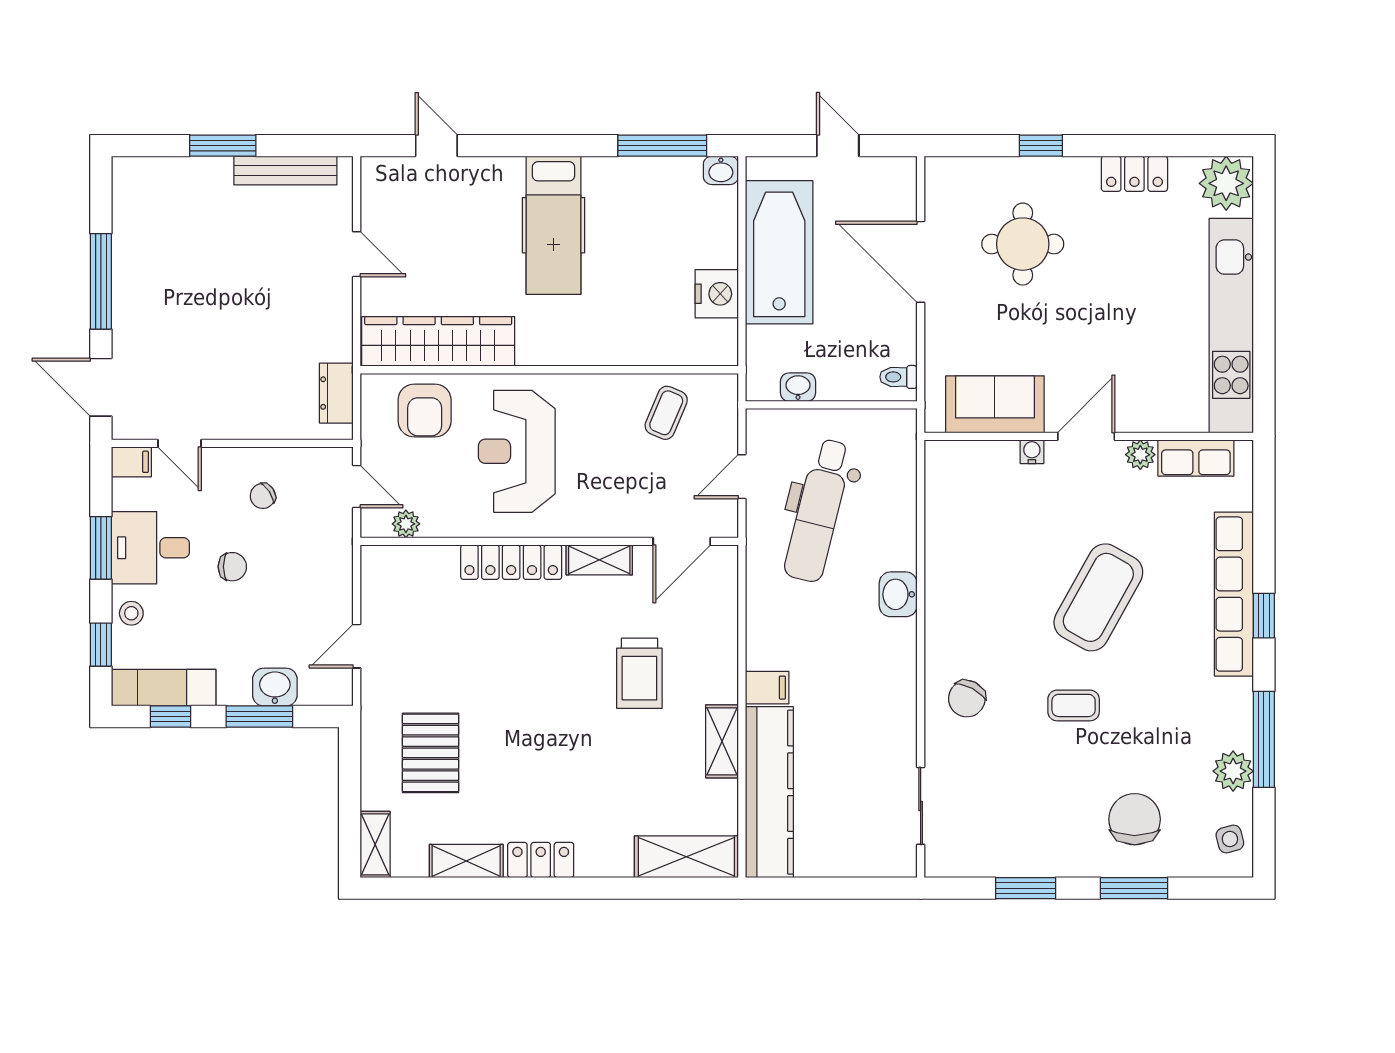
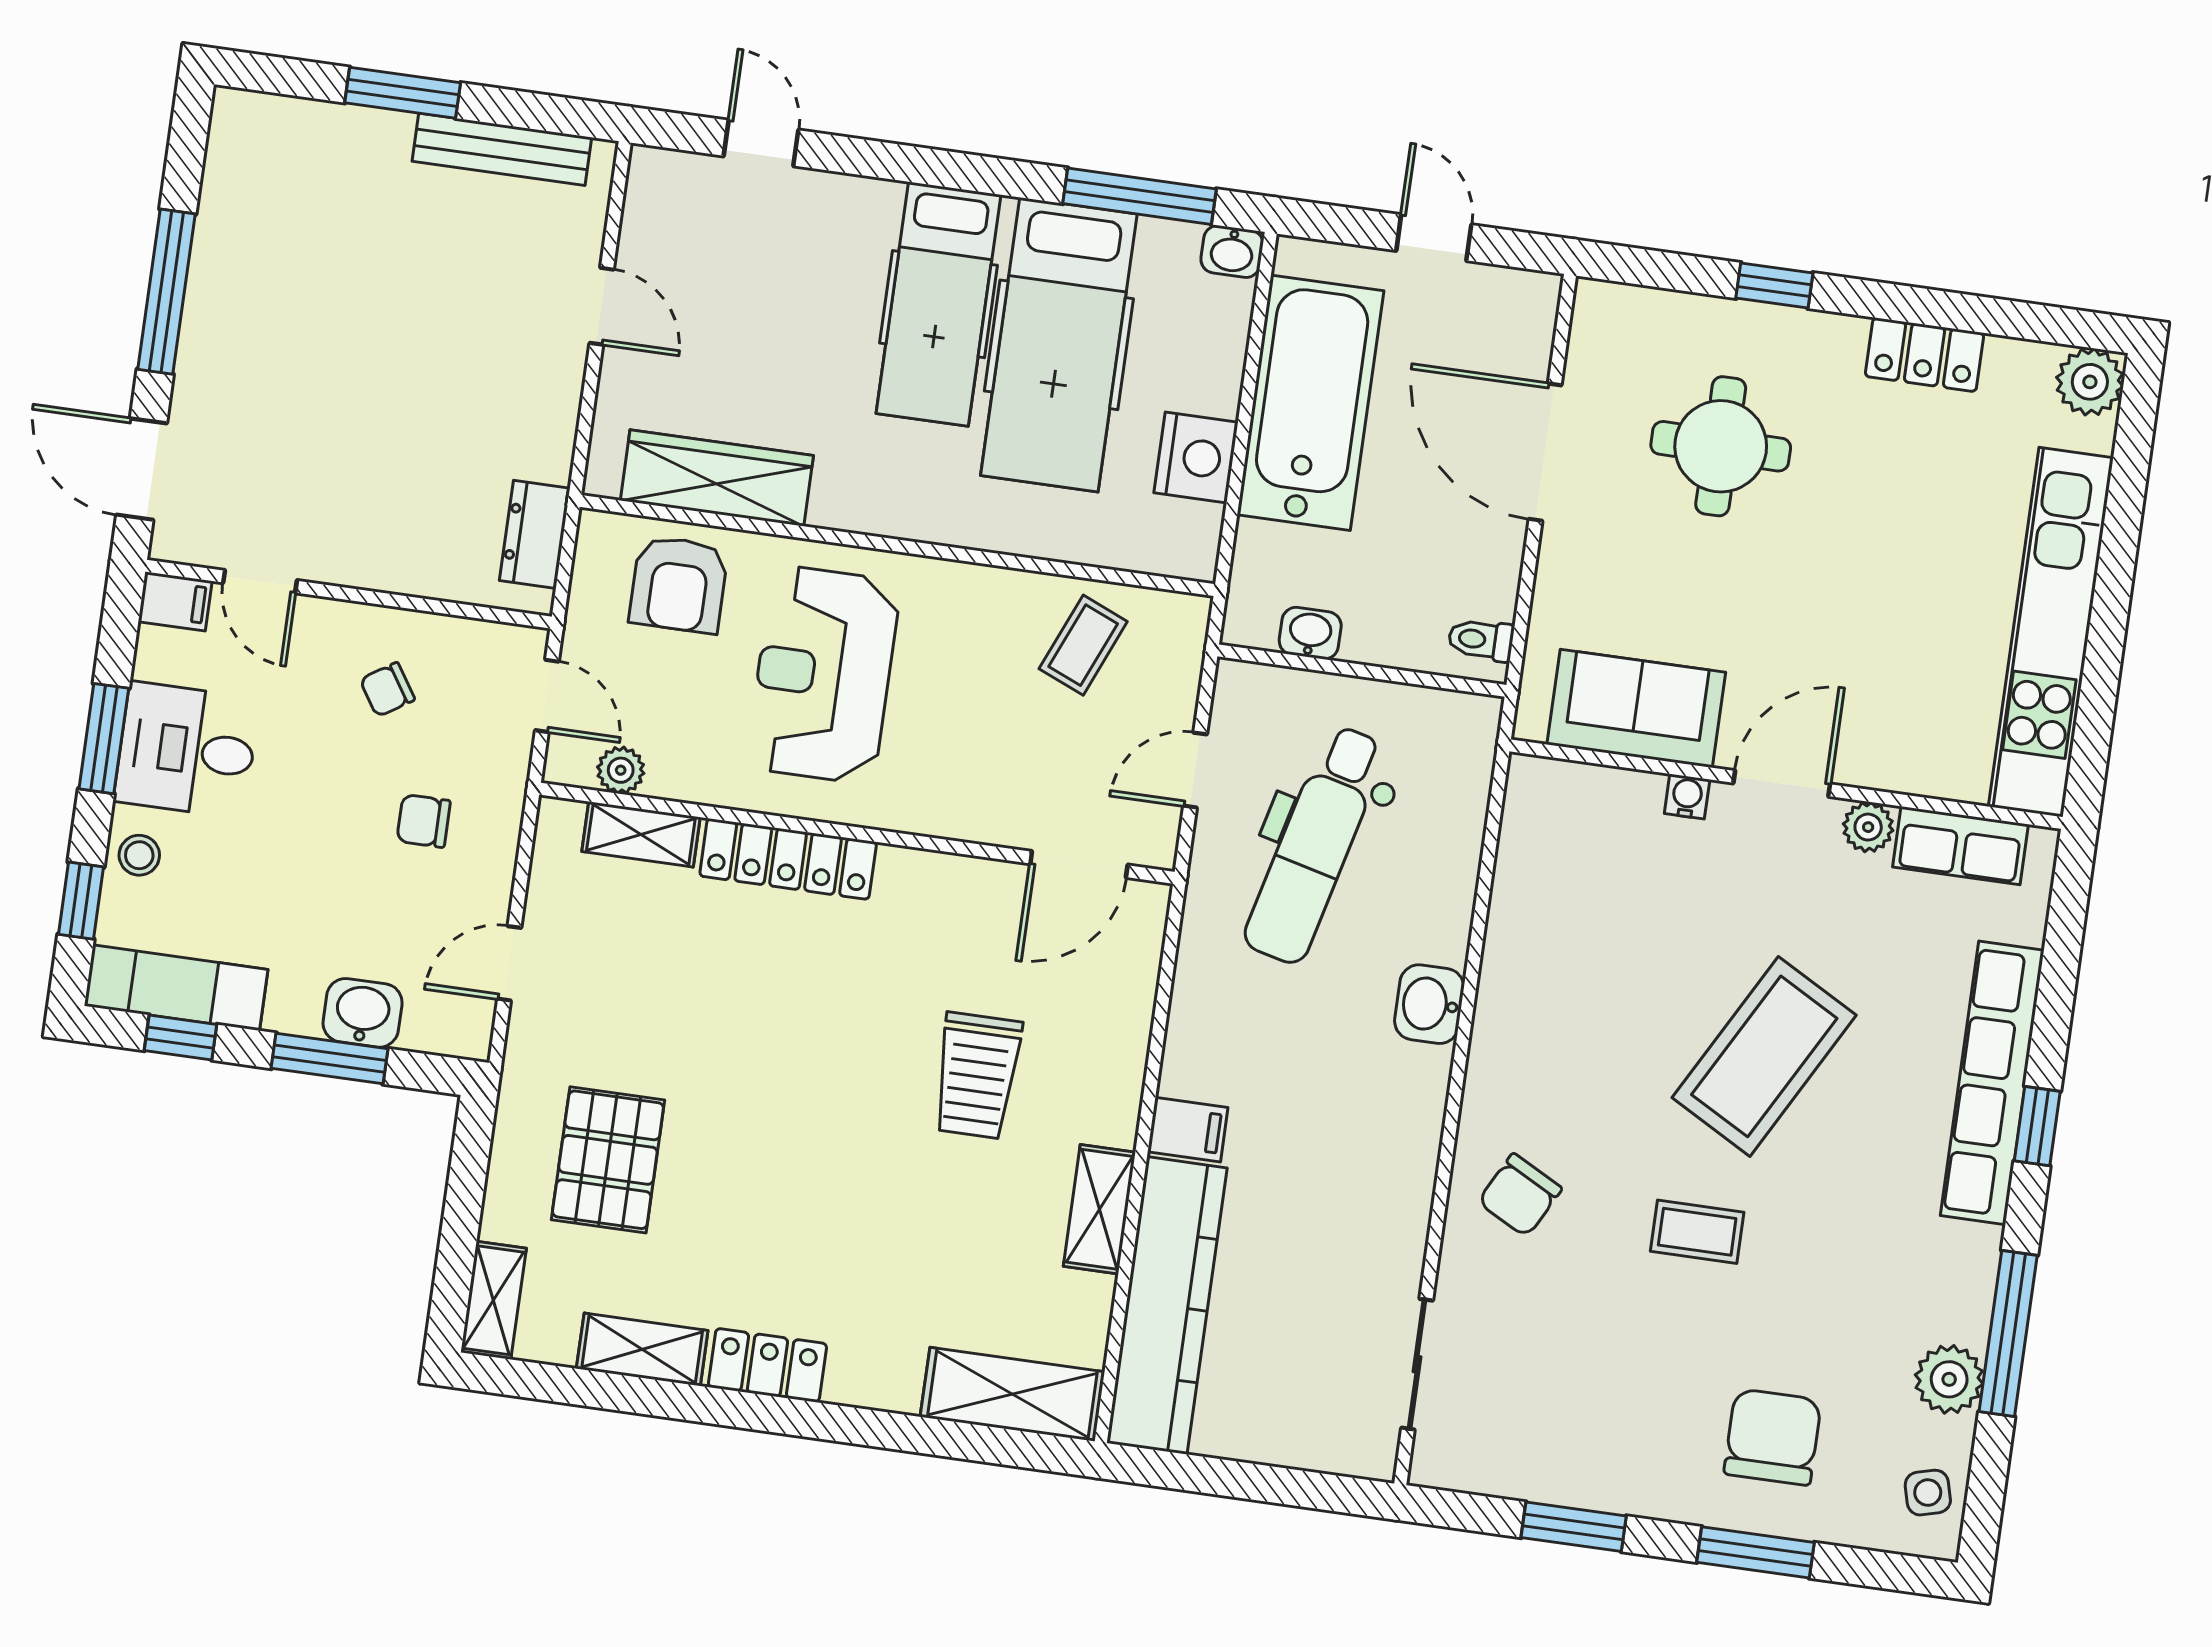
plant: (1226, 183) -> (2090, 382), width x0.73, depth x0.73
hospital bed: (627, 239) -> (1059, 345), added
wardrobe: (438, 341) -> (717, 478), width x0.71, depth x0.85
shelving: (599, 560) -> (641, 834), moved
chair: (232, 567) -> (424, 821), moved, turned 180

